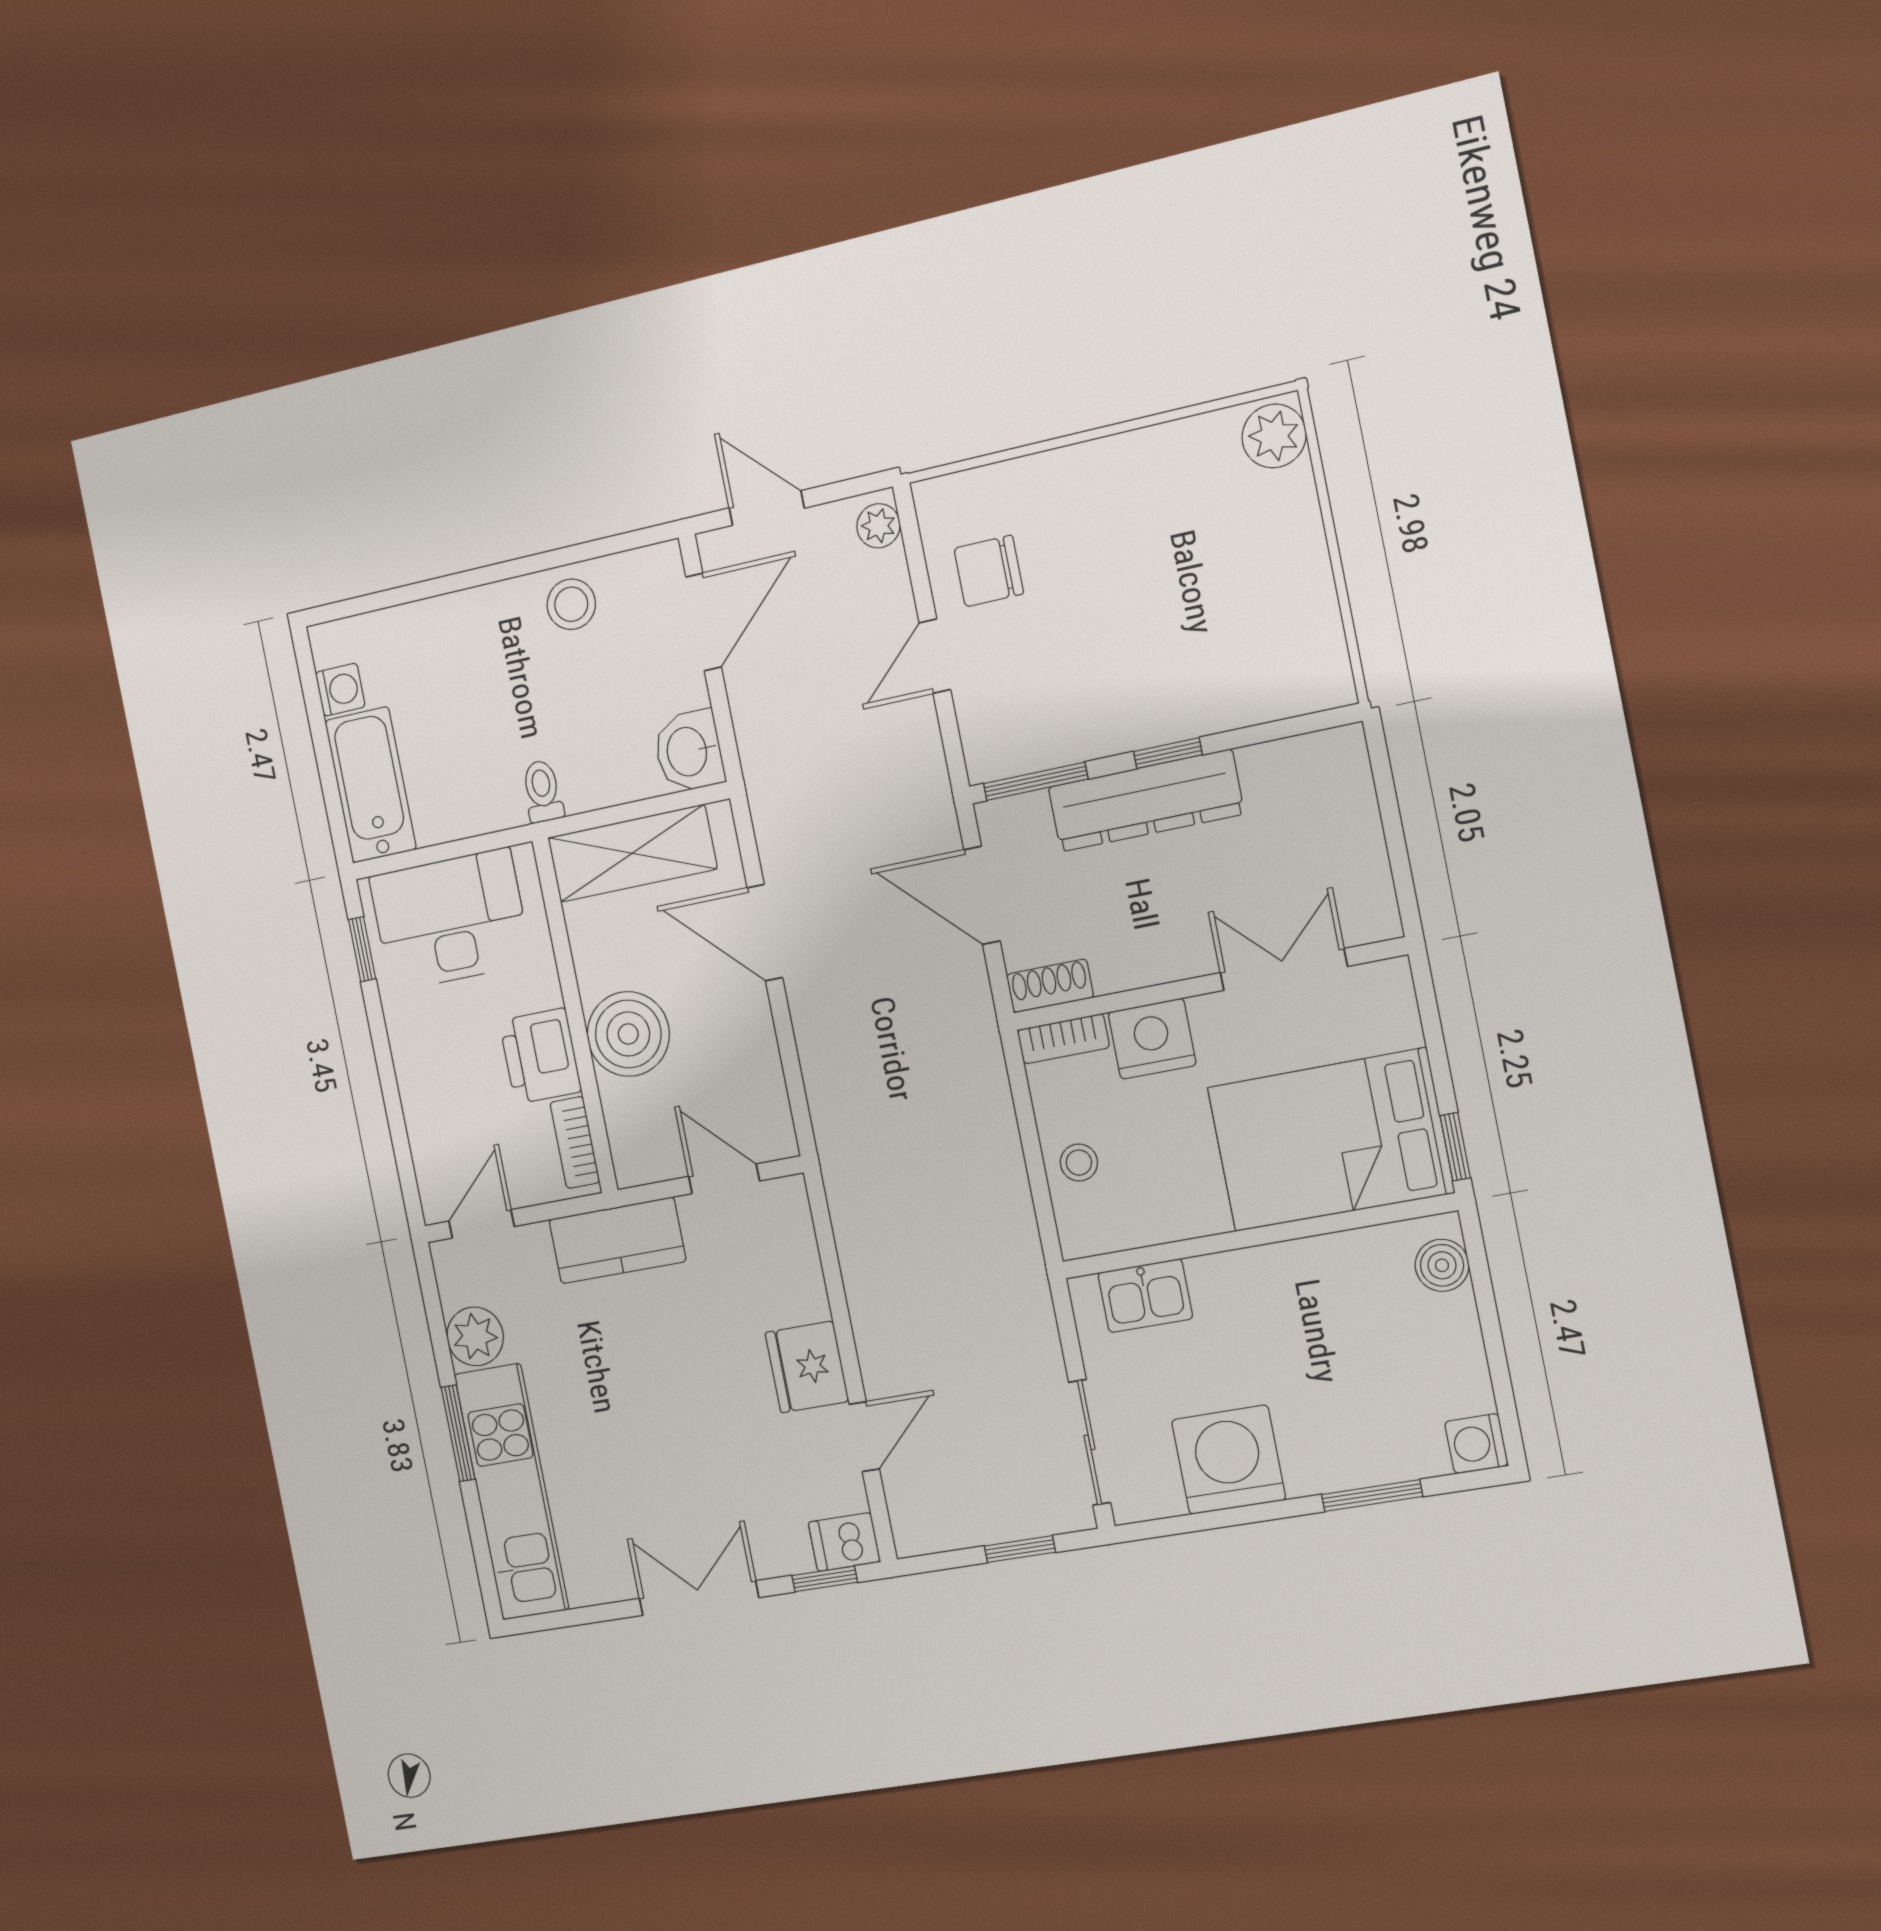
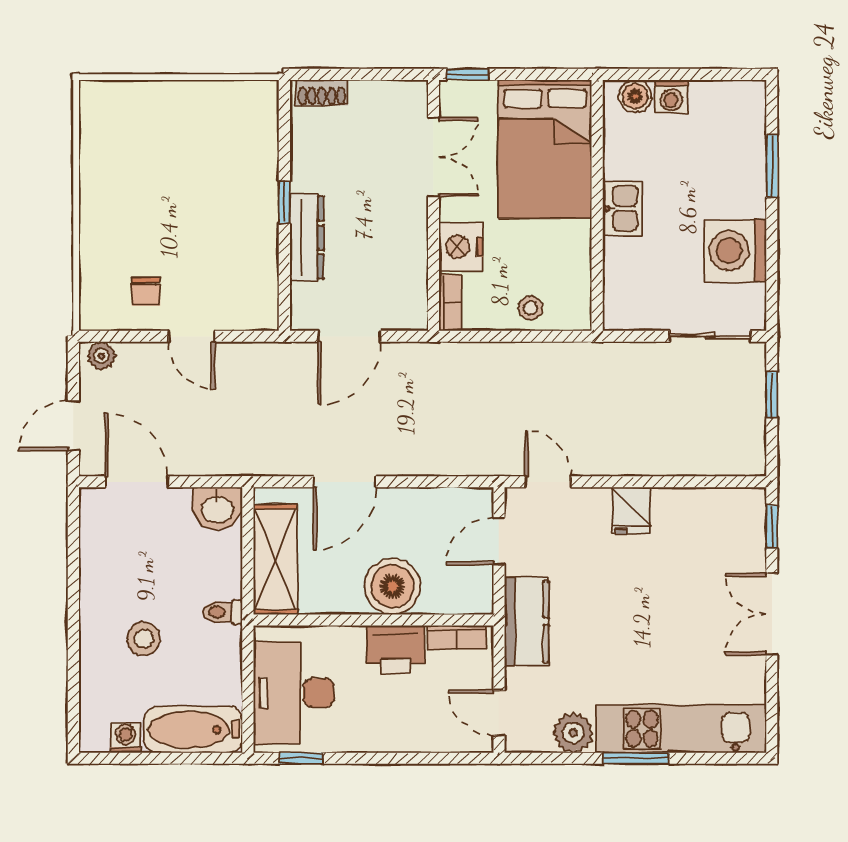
plant: (1274, 436) -> (103, 100), removed
chair: (989, 571) -> (146, 291), width x0.73, depth x0.73
stool: (571, 604) -> (144, 639), moved
window: (1036, 781) -> (284, 288), removed
dresser: (1146, 801) -> (307, 237), width x0.73, depth x0.80
double door: (1284, 970) -> (433, 157), swing flipped
shoe rack: (1050, 986) -> (322, 93), moved, turned -90
window: (1455, 1147) -> (468, 74), moved
kitchen sink: (1145, 1296) -> (622, 208), moved
fridge: (807, 1367) -> (631, 511), width x0.72
door: (864, 1437) -> (548, 482), moved
washing machine: (1476, 1443) -> (671, 97), moved
dishwasher: (844, 1542) -> (750, 509), removed

